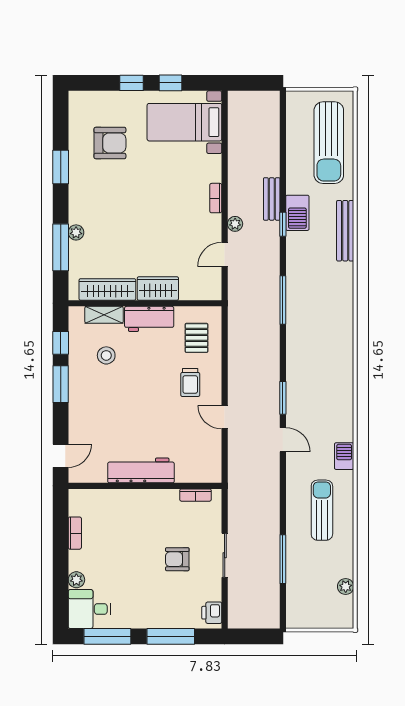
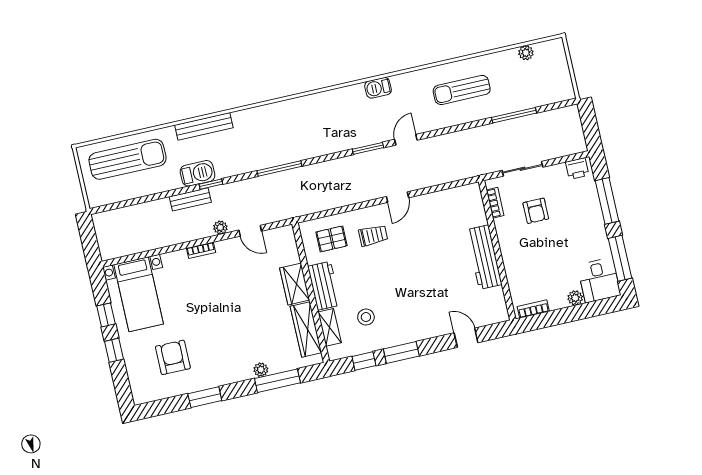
barbecue: (344, 456) -> (378, 88), moved
workbench: (141, 470) -> (484, 257), moved
wall: (145, 486) -> (497, 250), moved
bookcase: (195, 495) -> (495, 203), moved

